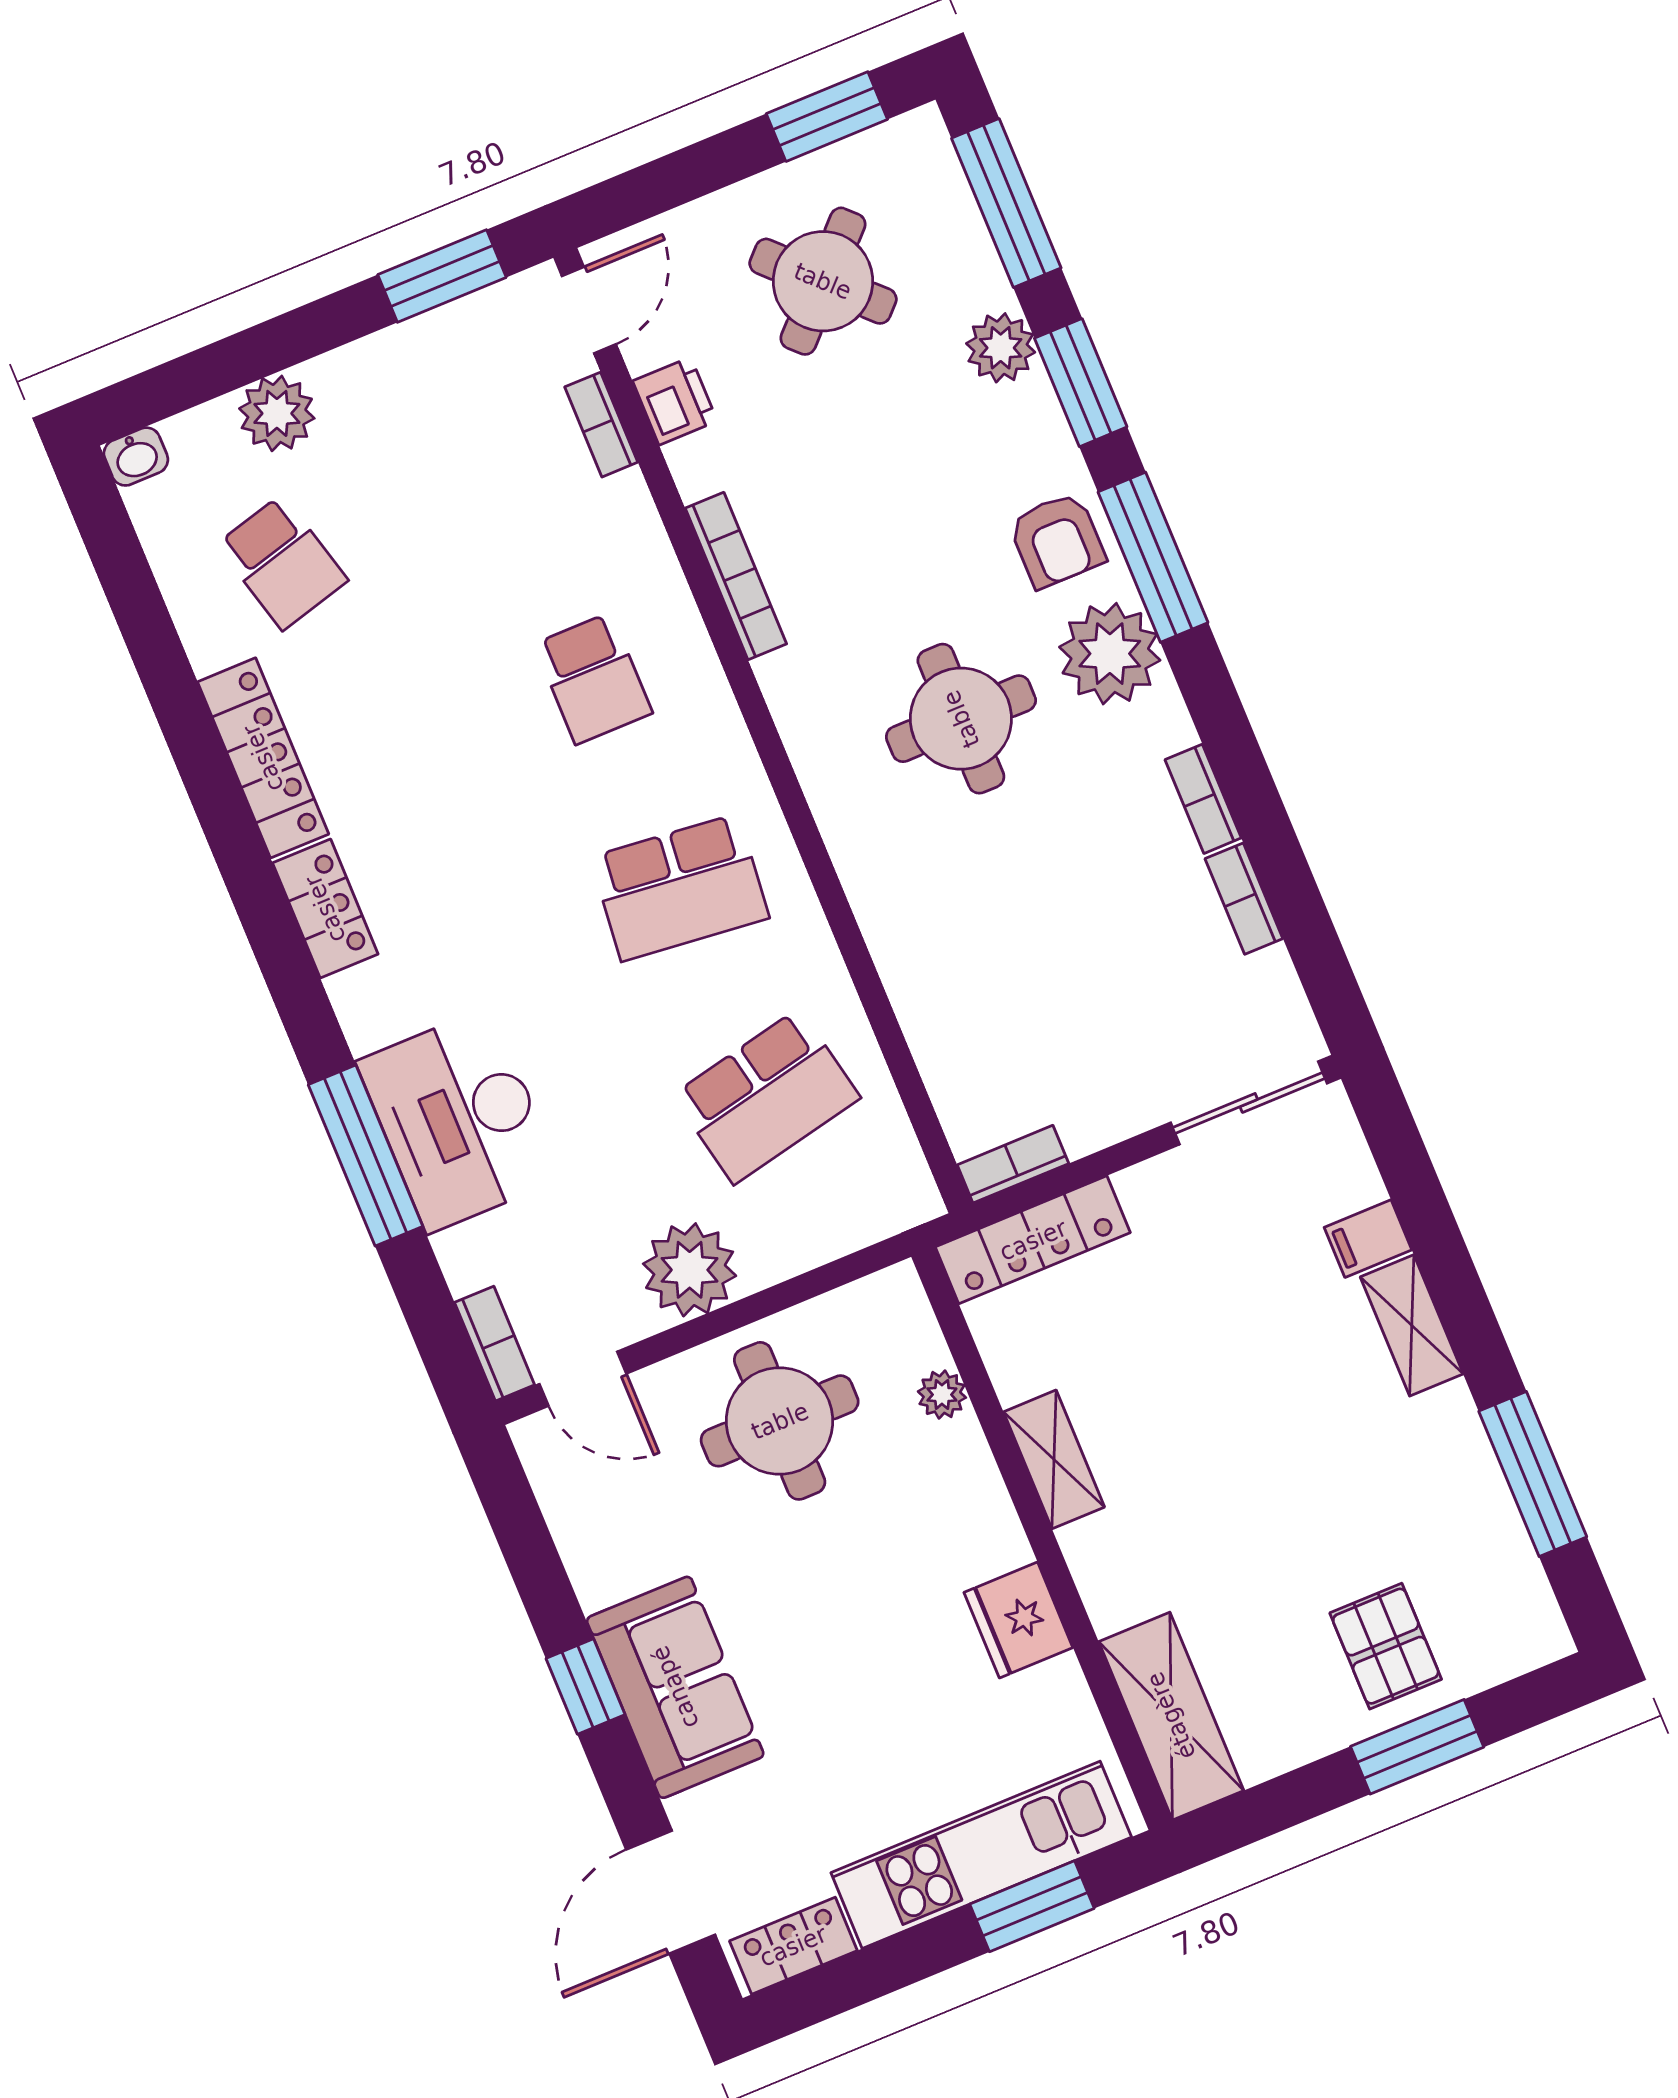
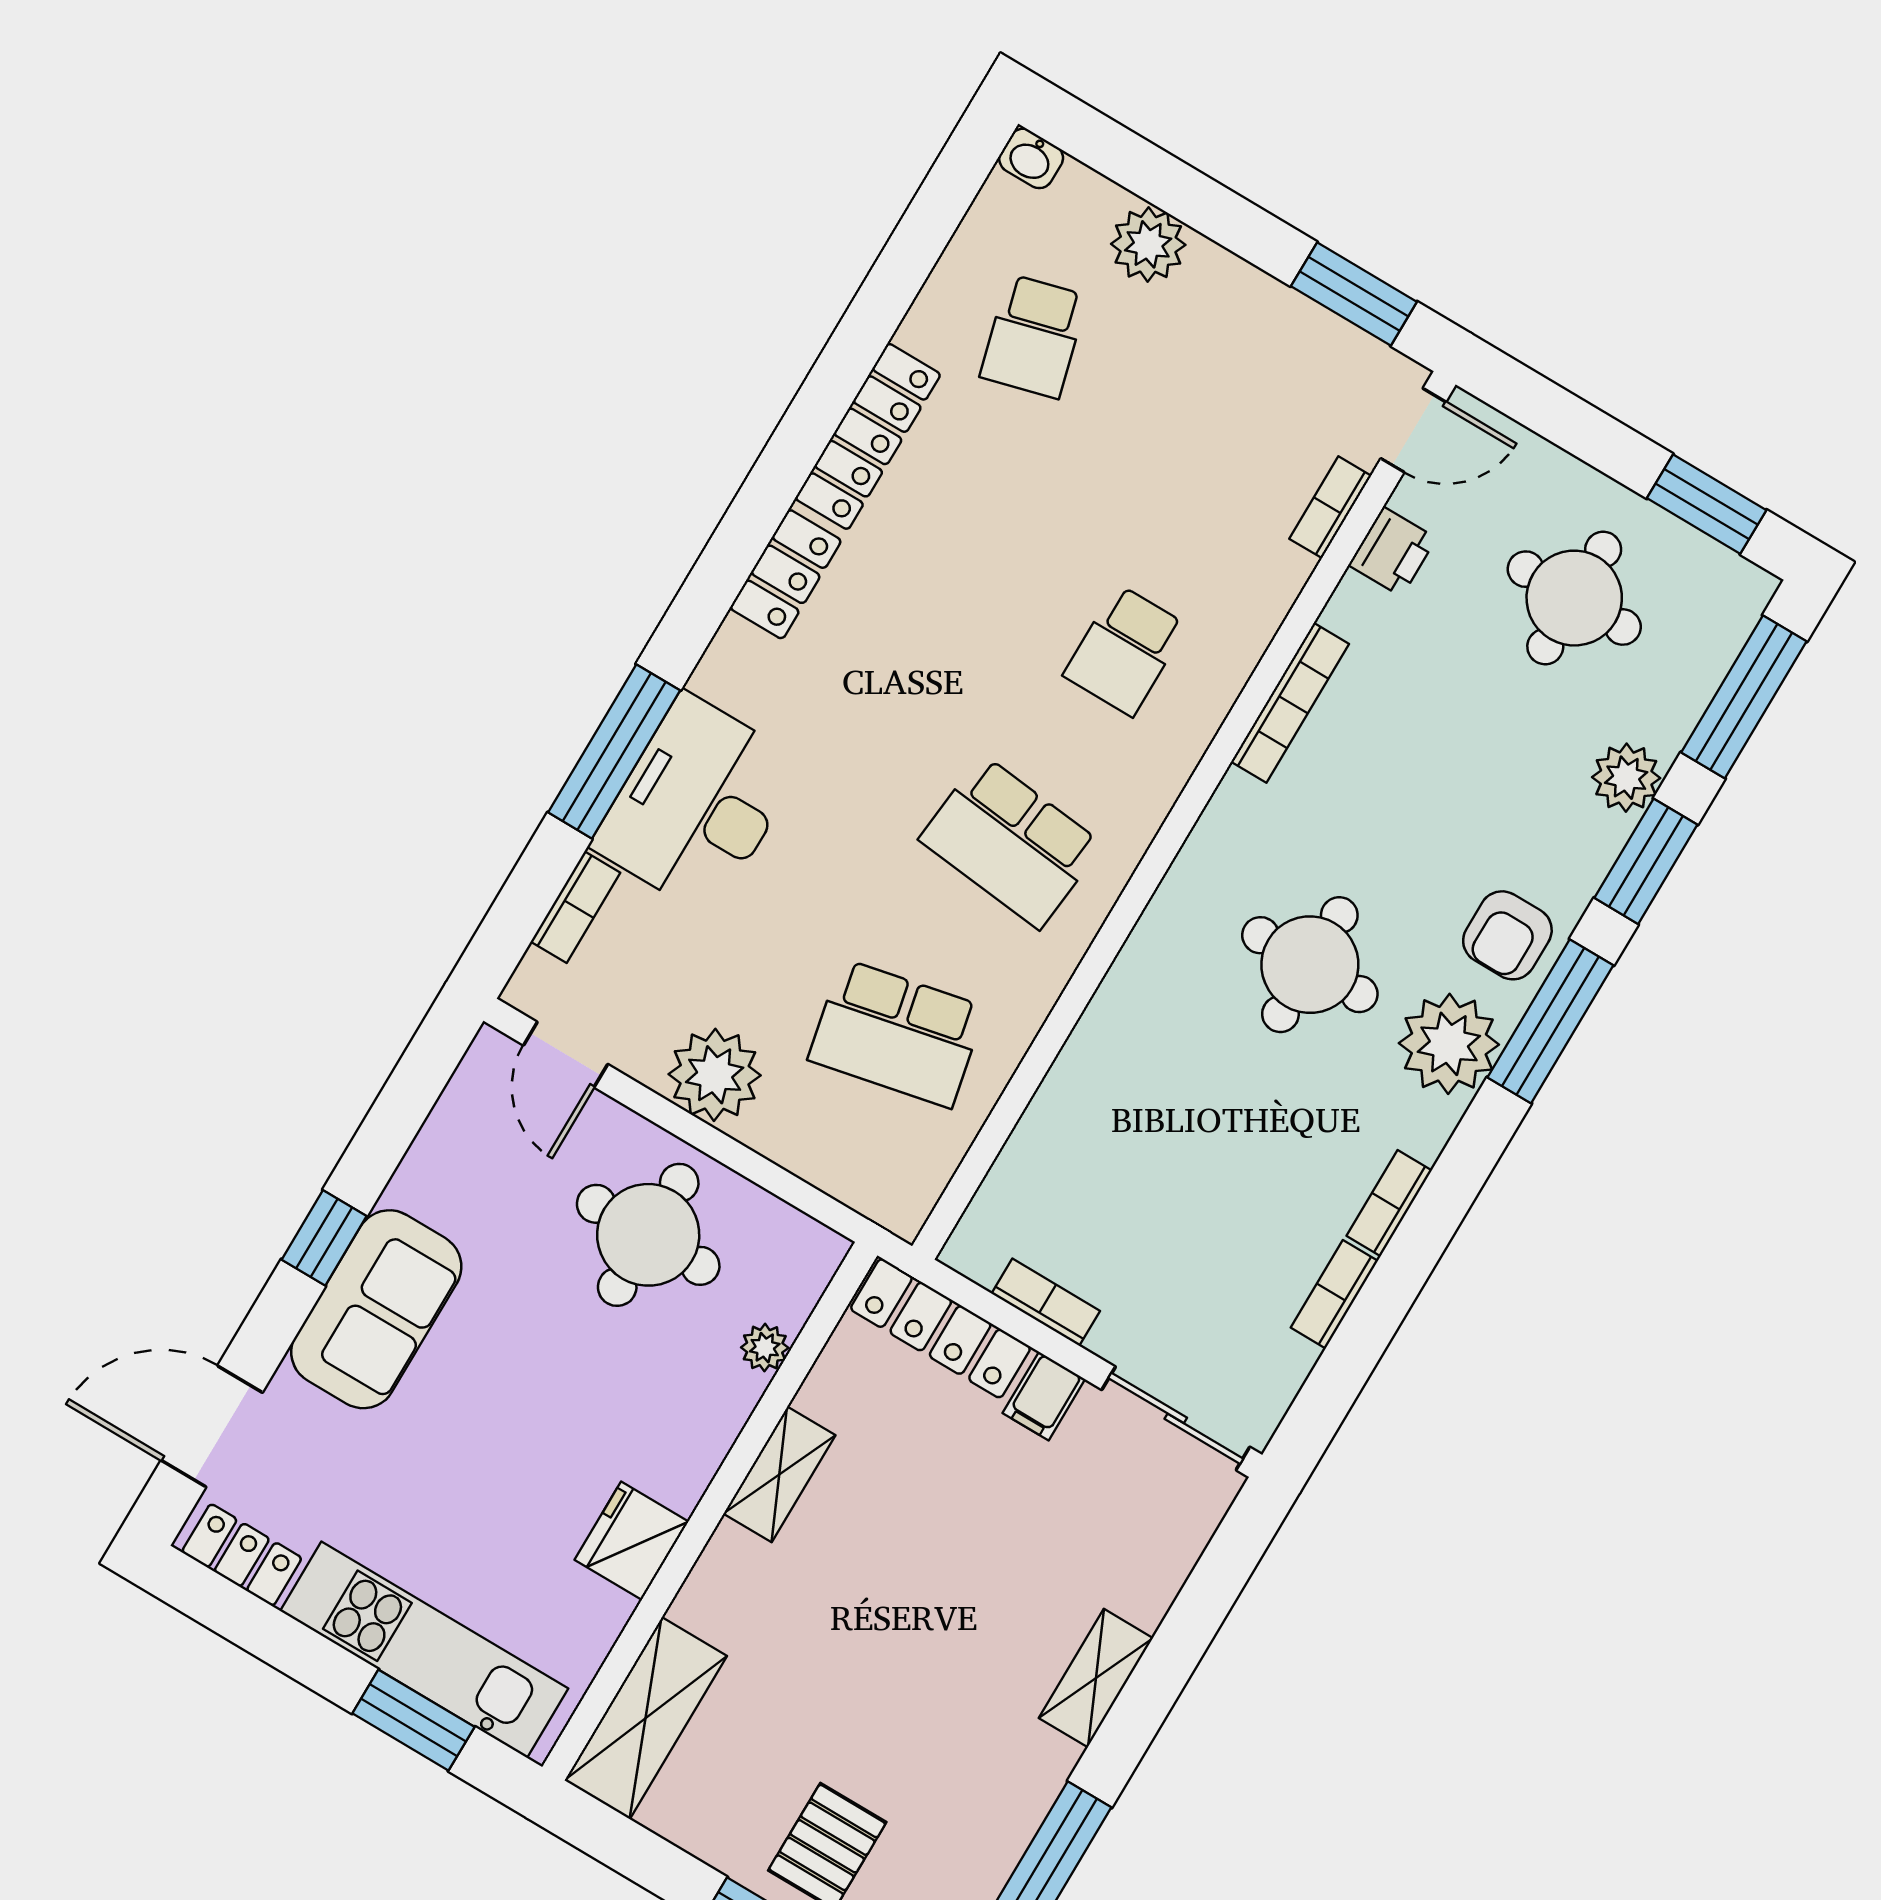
round table: (823, 281) -> (1574, 598), turned 45
bookcase: (1013, 1164) -> (1046, 1302), moved
filing cabinet: (1368, 1239) -> (1044, 1396), moved, turned -90
bookcase: (495, 1344) -> (575, 907), moved

